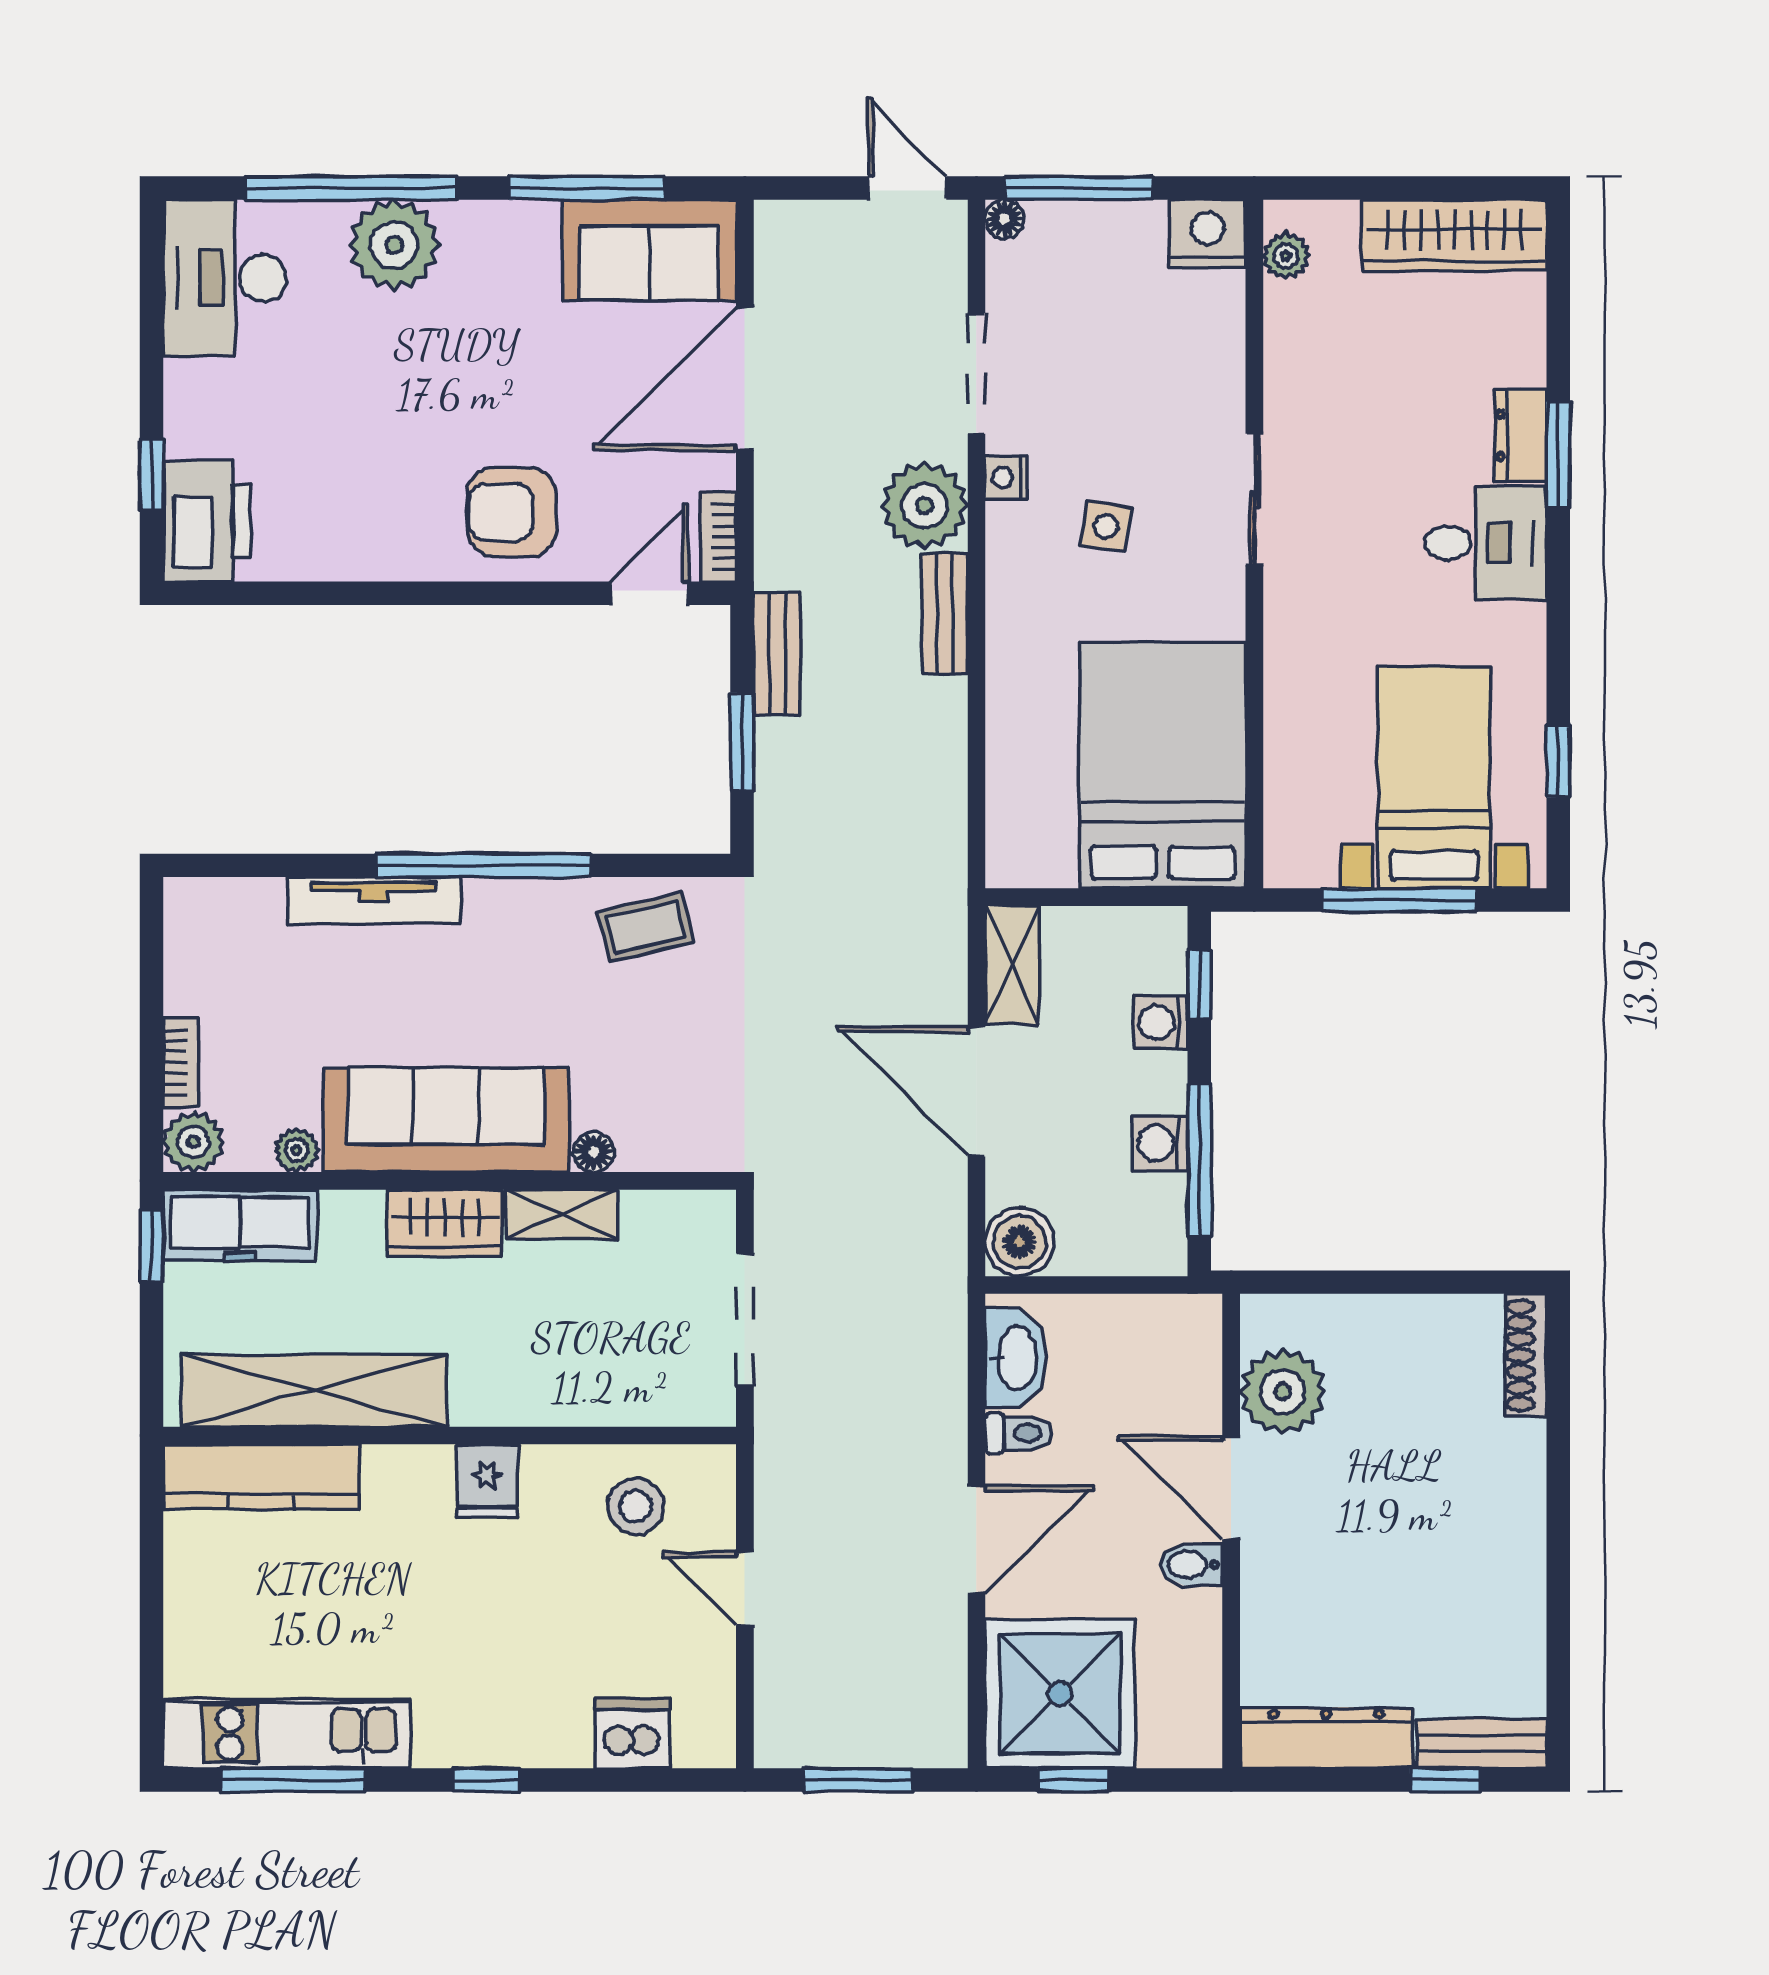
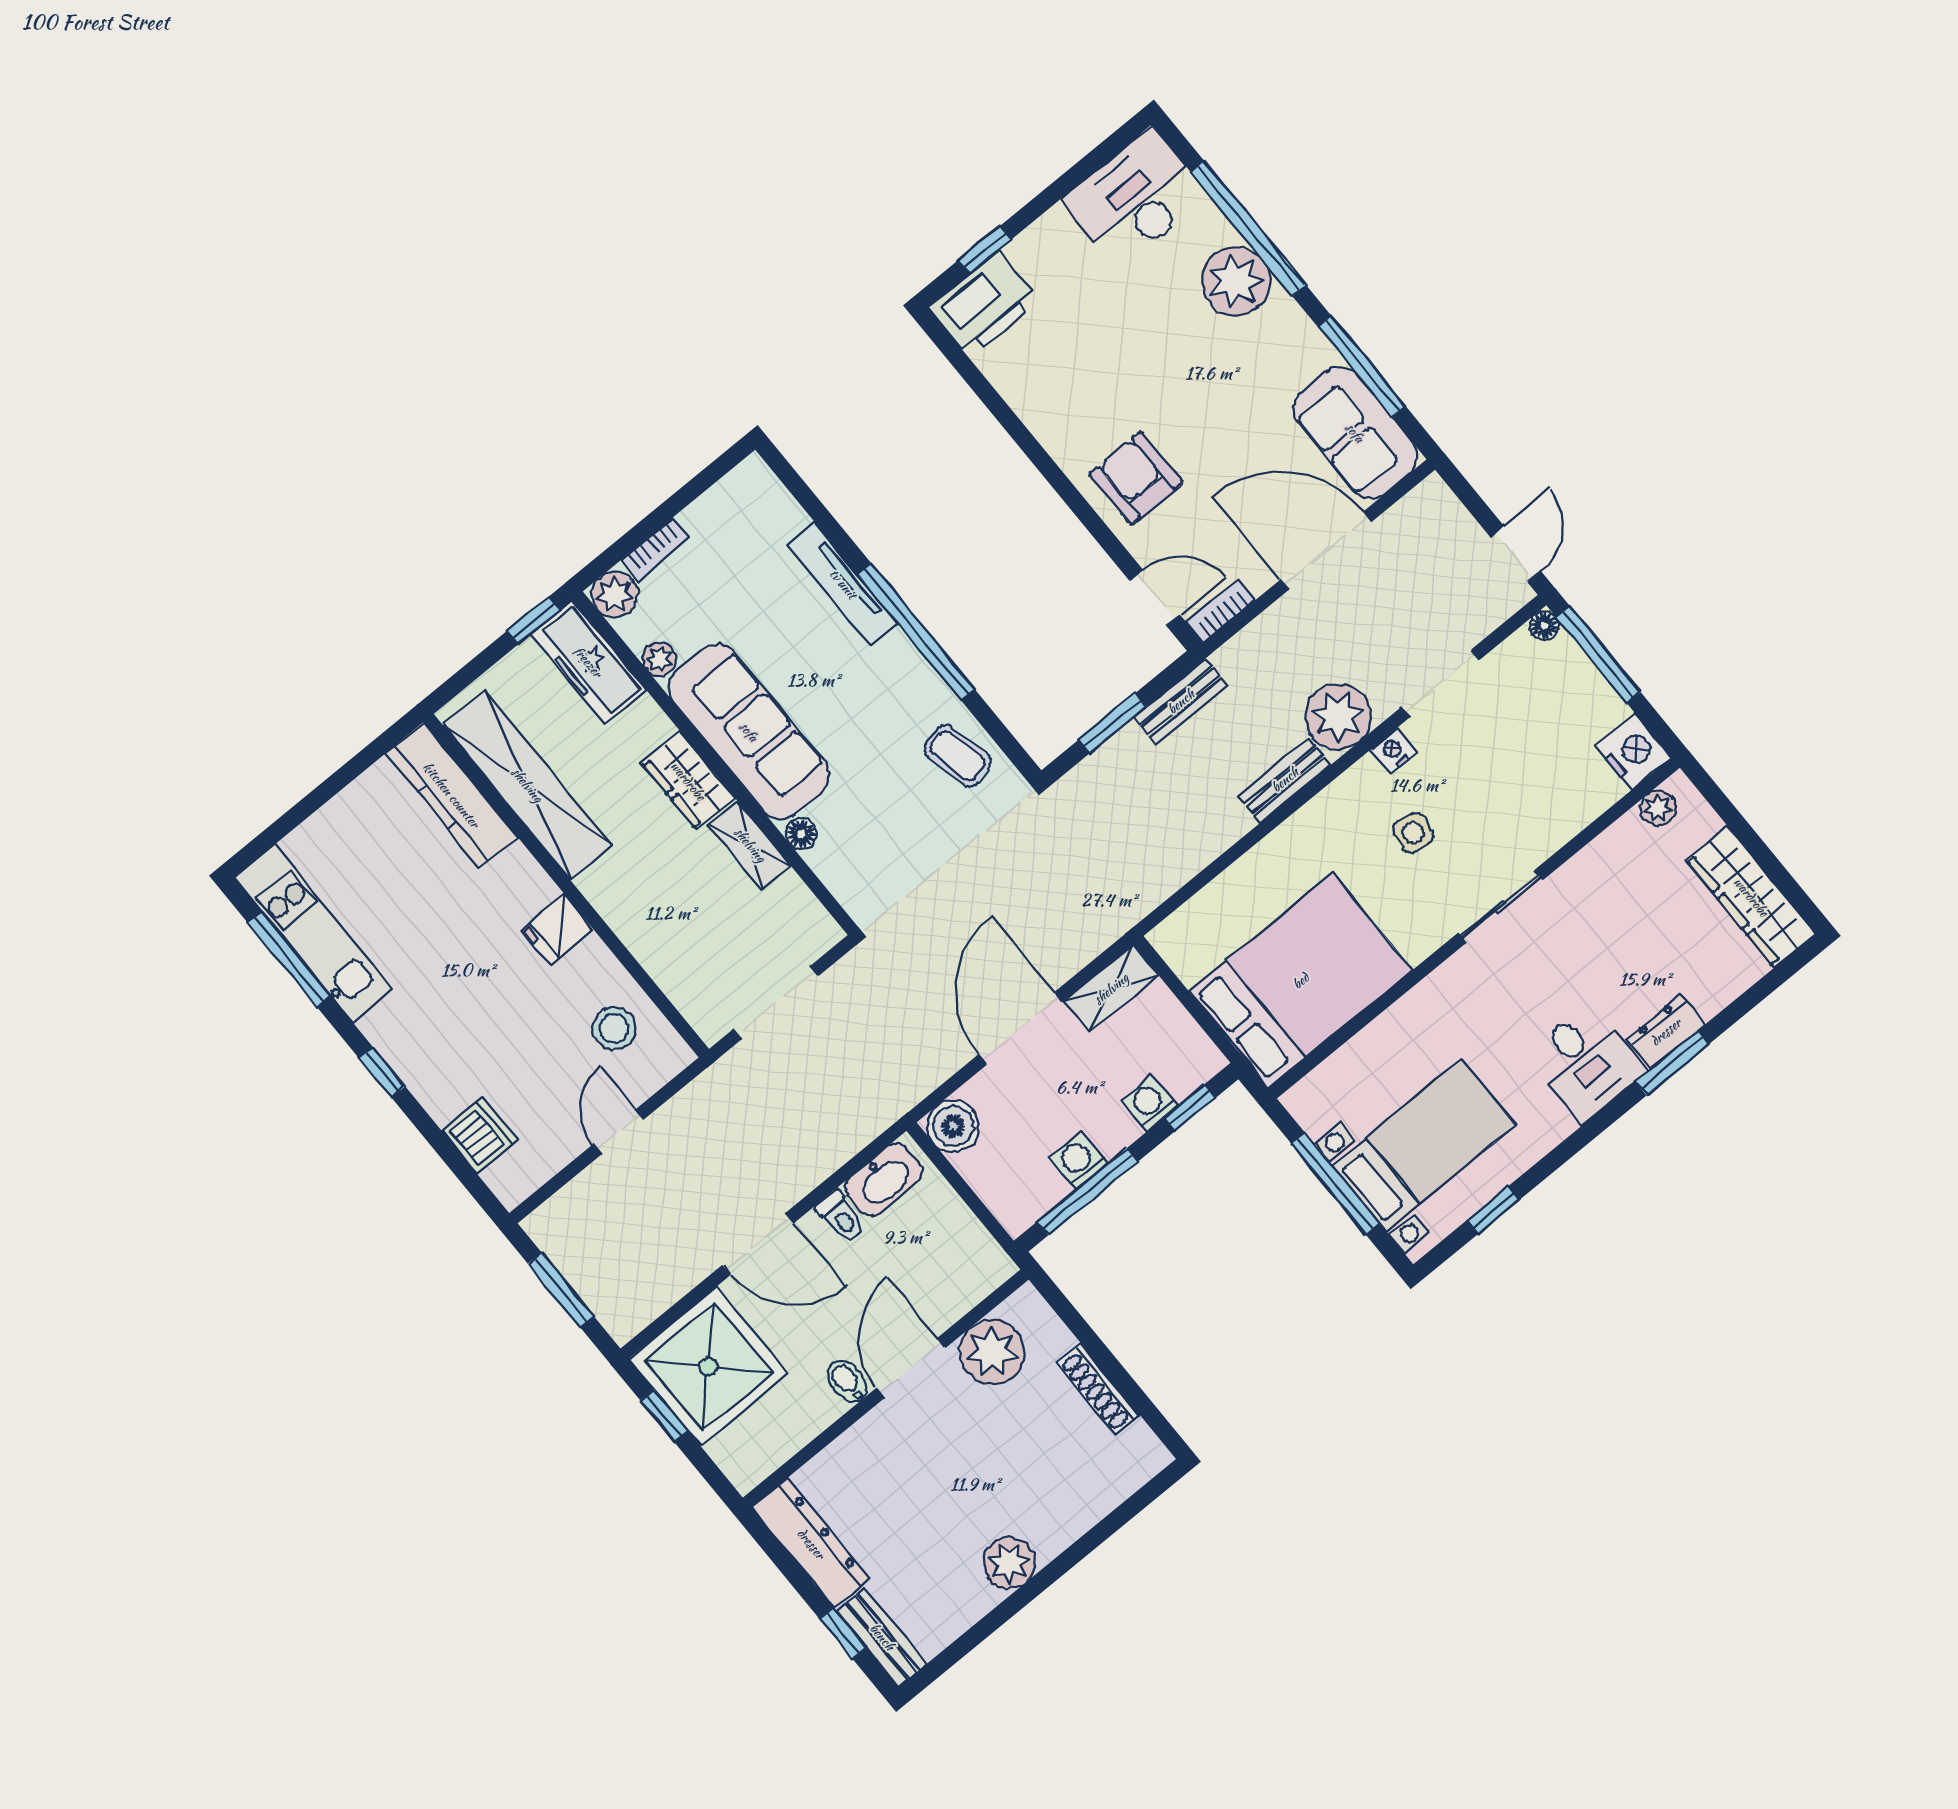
shoe rack: (1526, 1355) -> (1098, 1389), moved, turned -90
plant: (1513, 1551) -> (1009, 1563), added

